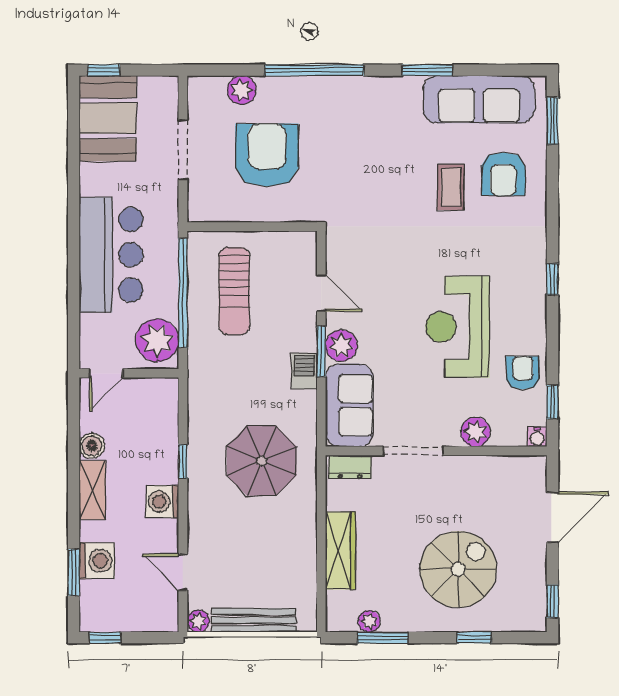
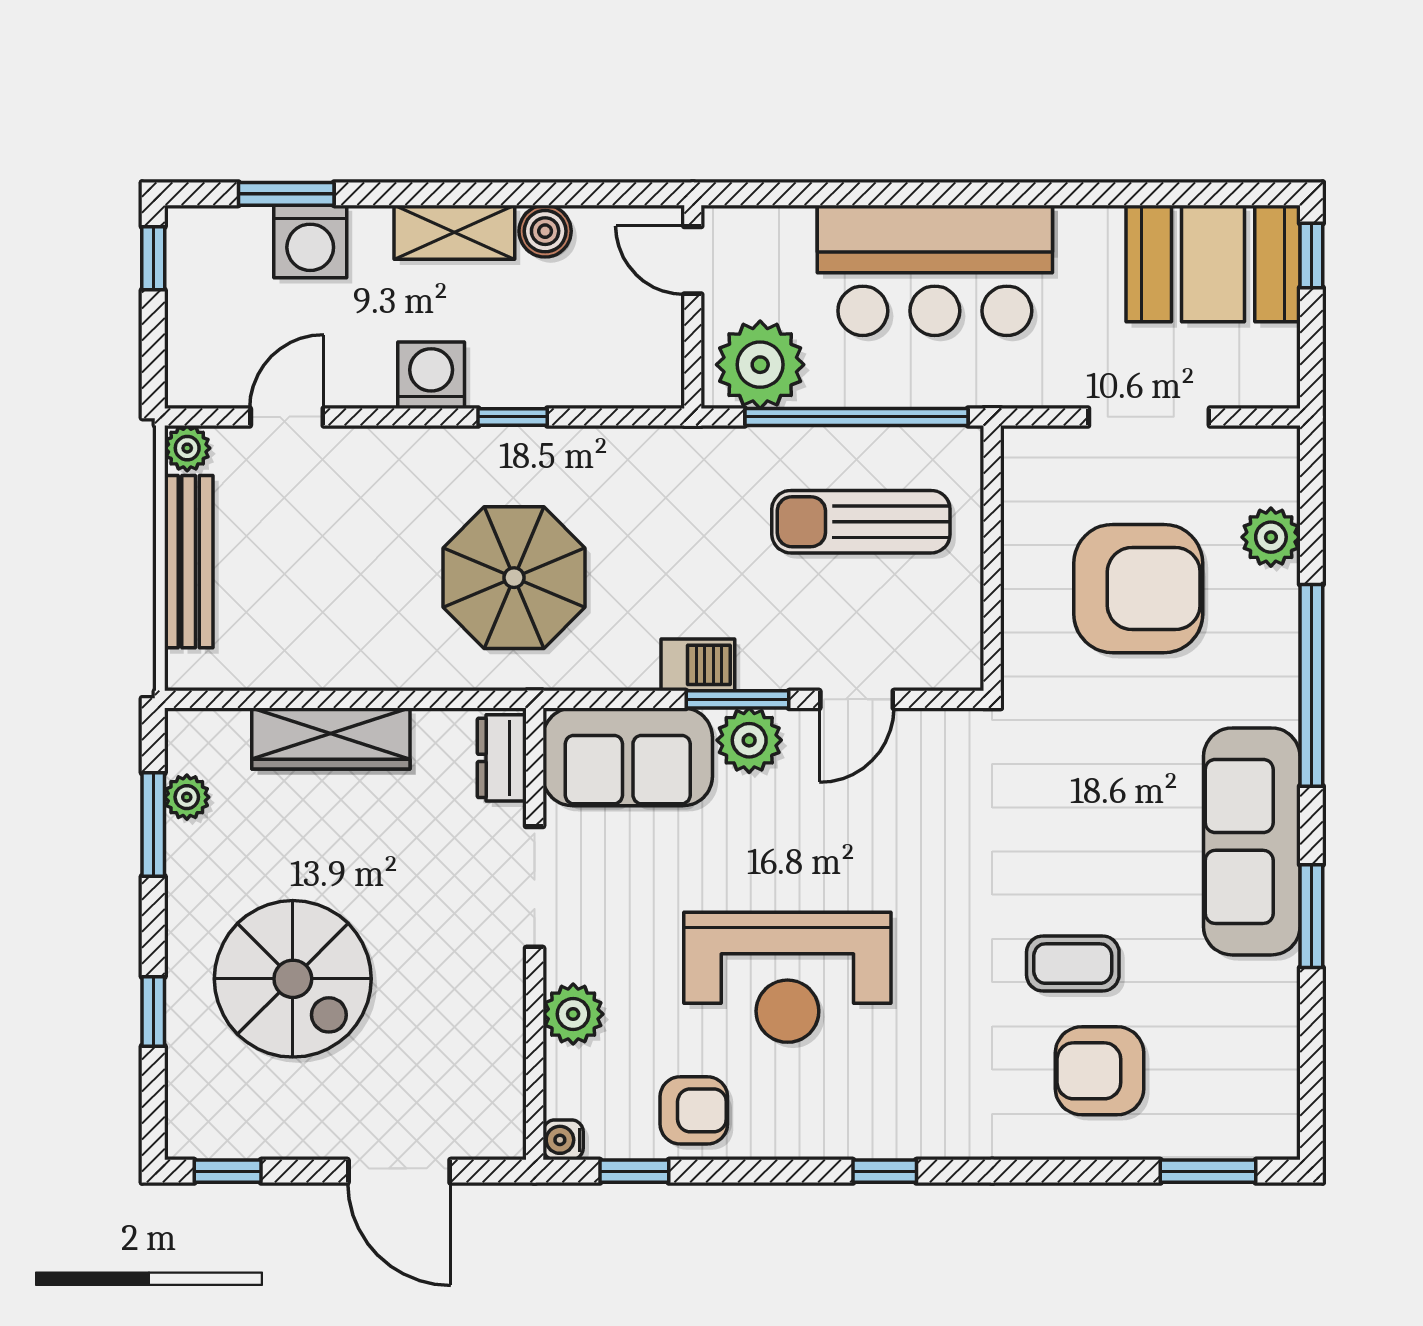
sofa: (479, 99) -> (1252, 841), moved
reception desk: (457, 327) -> (787, 977), turned 180

